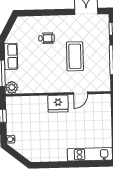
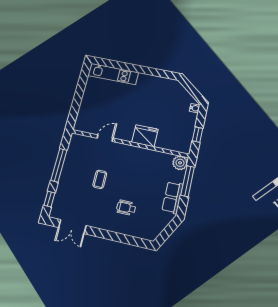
coffee table: (75, 56) -> (100, 179), width x0.54, depth x0.58
fridge: (58, 104) -> (145, 136), moved

